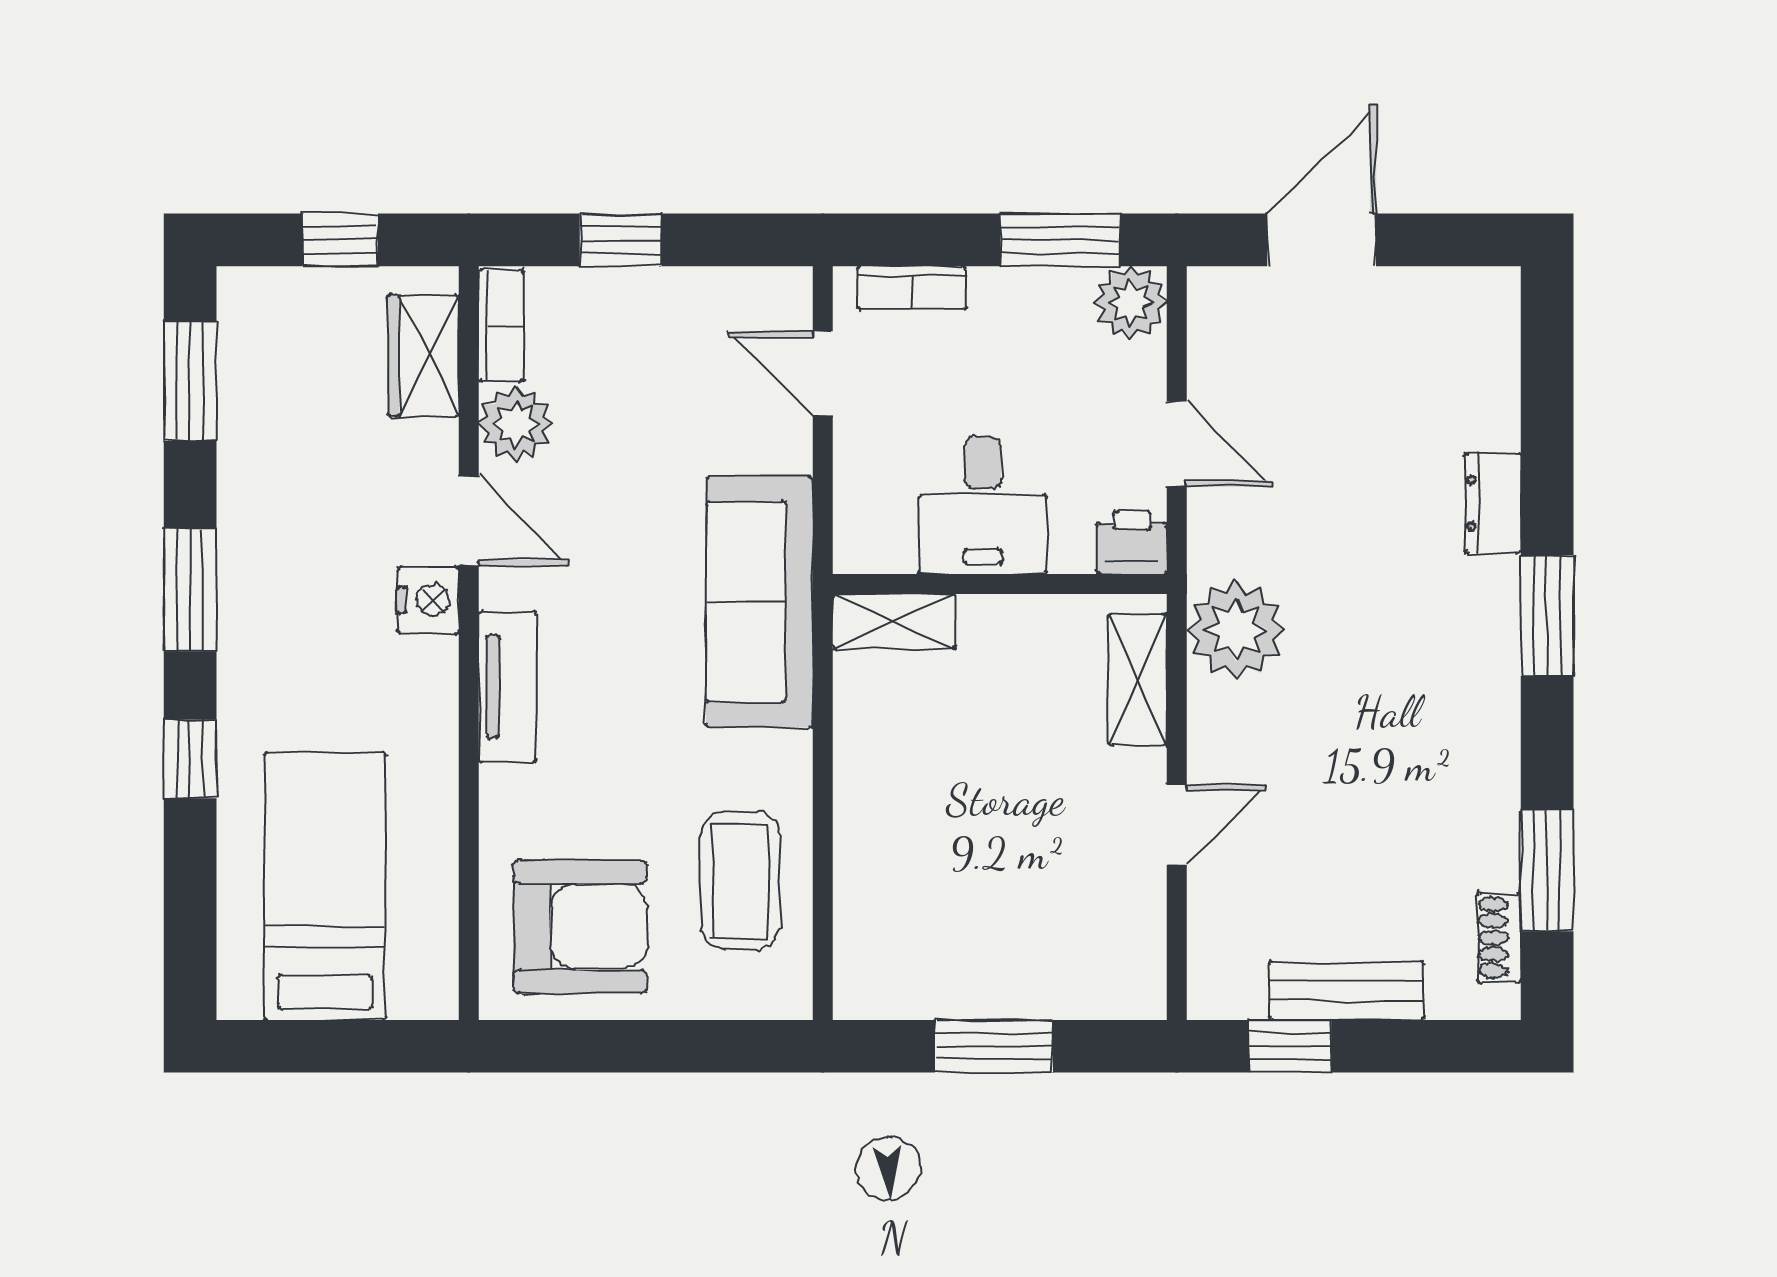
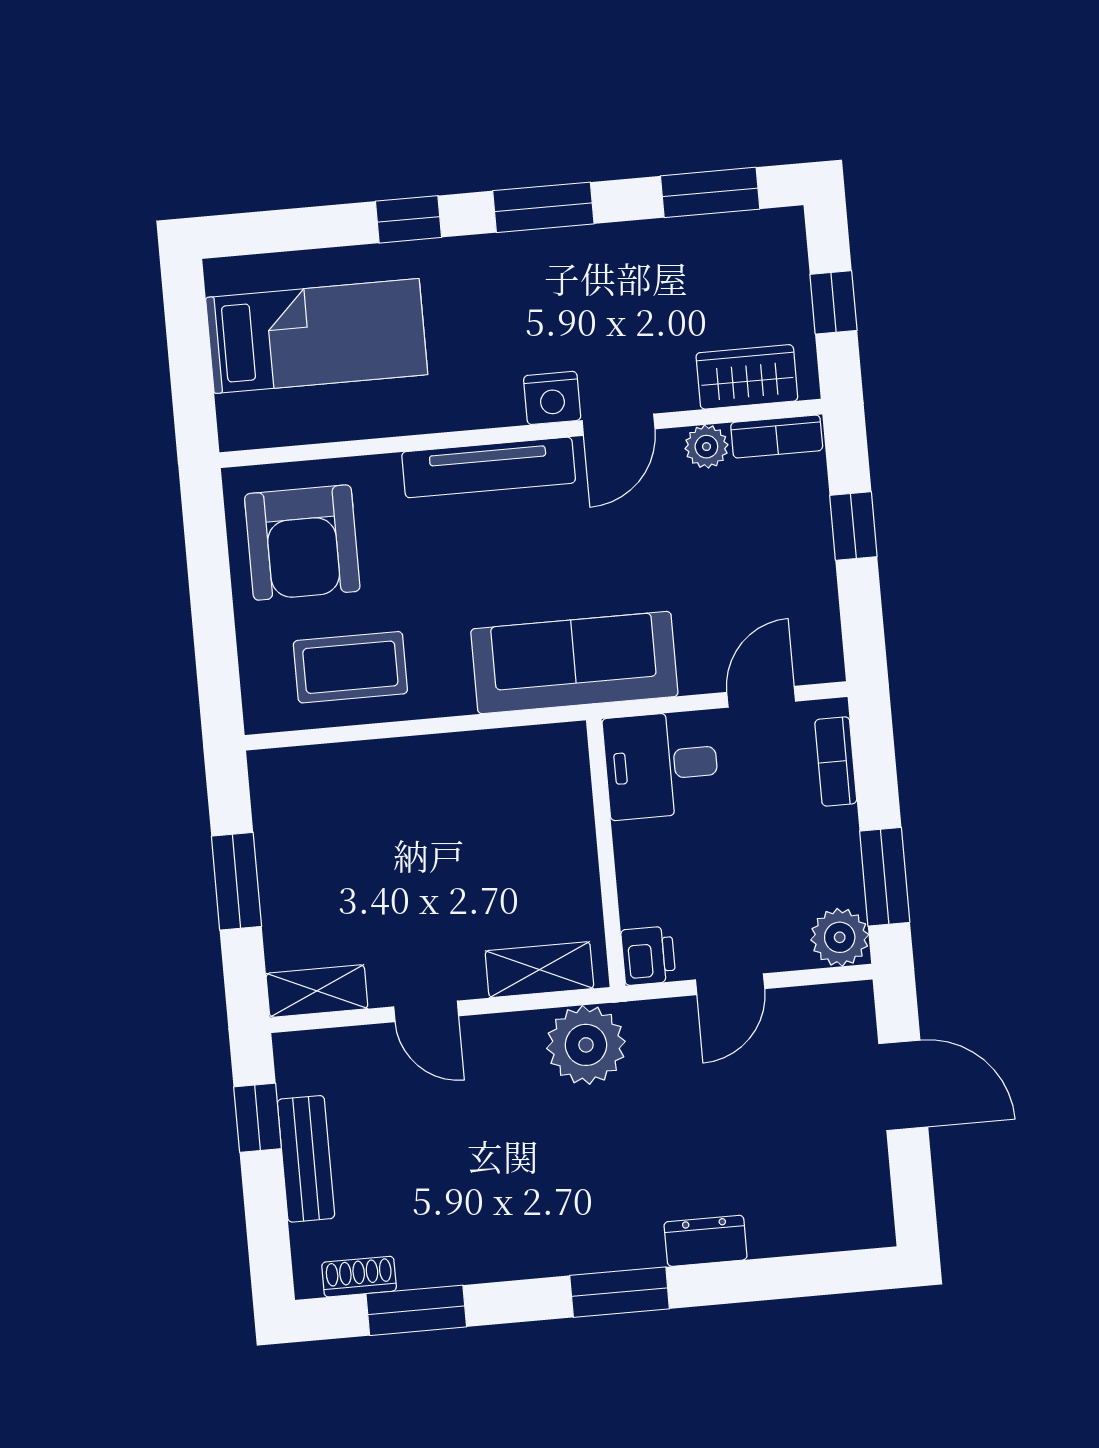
plant: (516, 424) -> (706, 447), width x0.73, depth x0.73
desk: (983, 505) -> (661, 765), moved
shelving: (894, 622) -> (317, 991), moved, turned 90
tv unit: (507, 687) -> (489, 467), width x1.41

